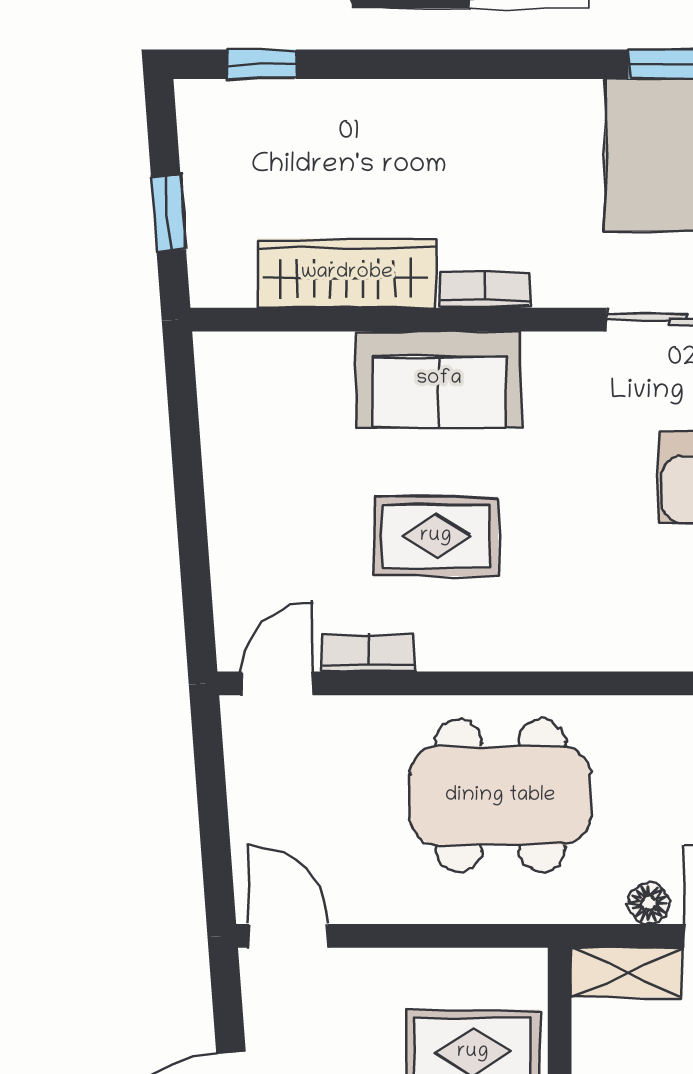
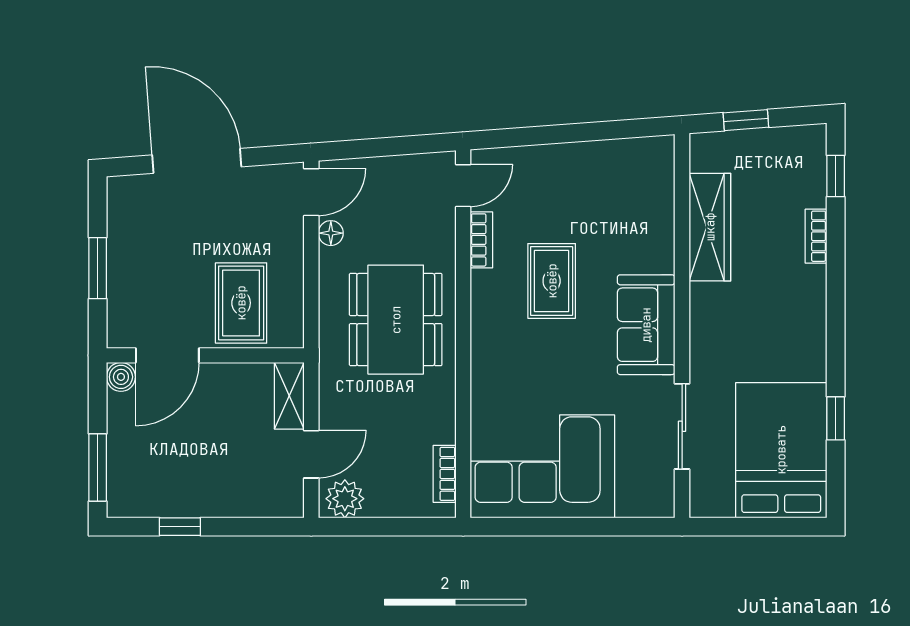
bookcase: (485, 290) -> (816, 236), moved, turned 180
sofa: (439, 379) -> (646, 325), moved
door: (277, 683) -> (463, 186), hinge flipped
floor lamp: (649, 903) -> (331, 233), moved

